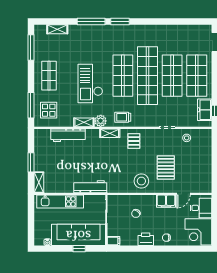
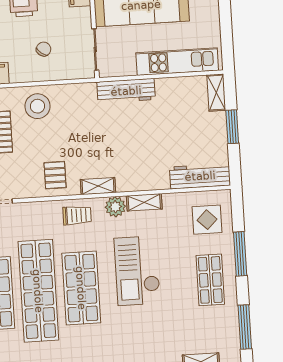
checkout: (90, 83) -> (137, 271), turned 180
window: (31, 105) -> (240, 254), moved
workbench: (68, 135) -> (200, 176), moved

